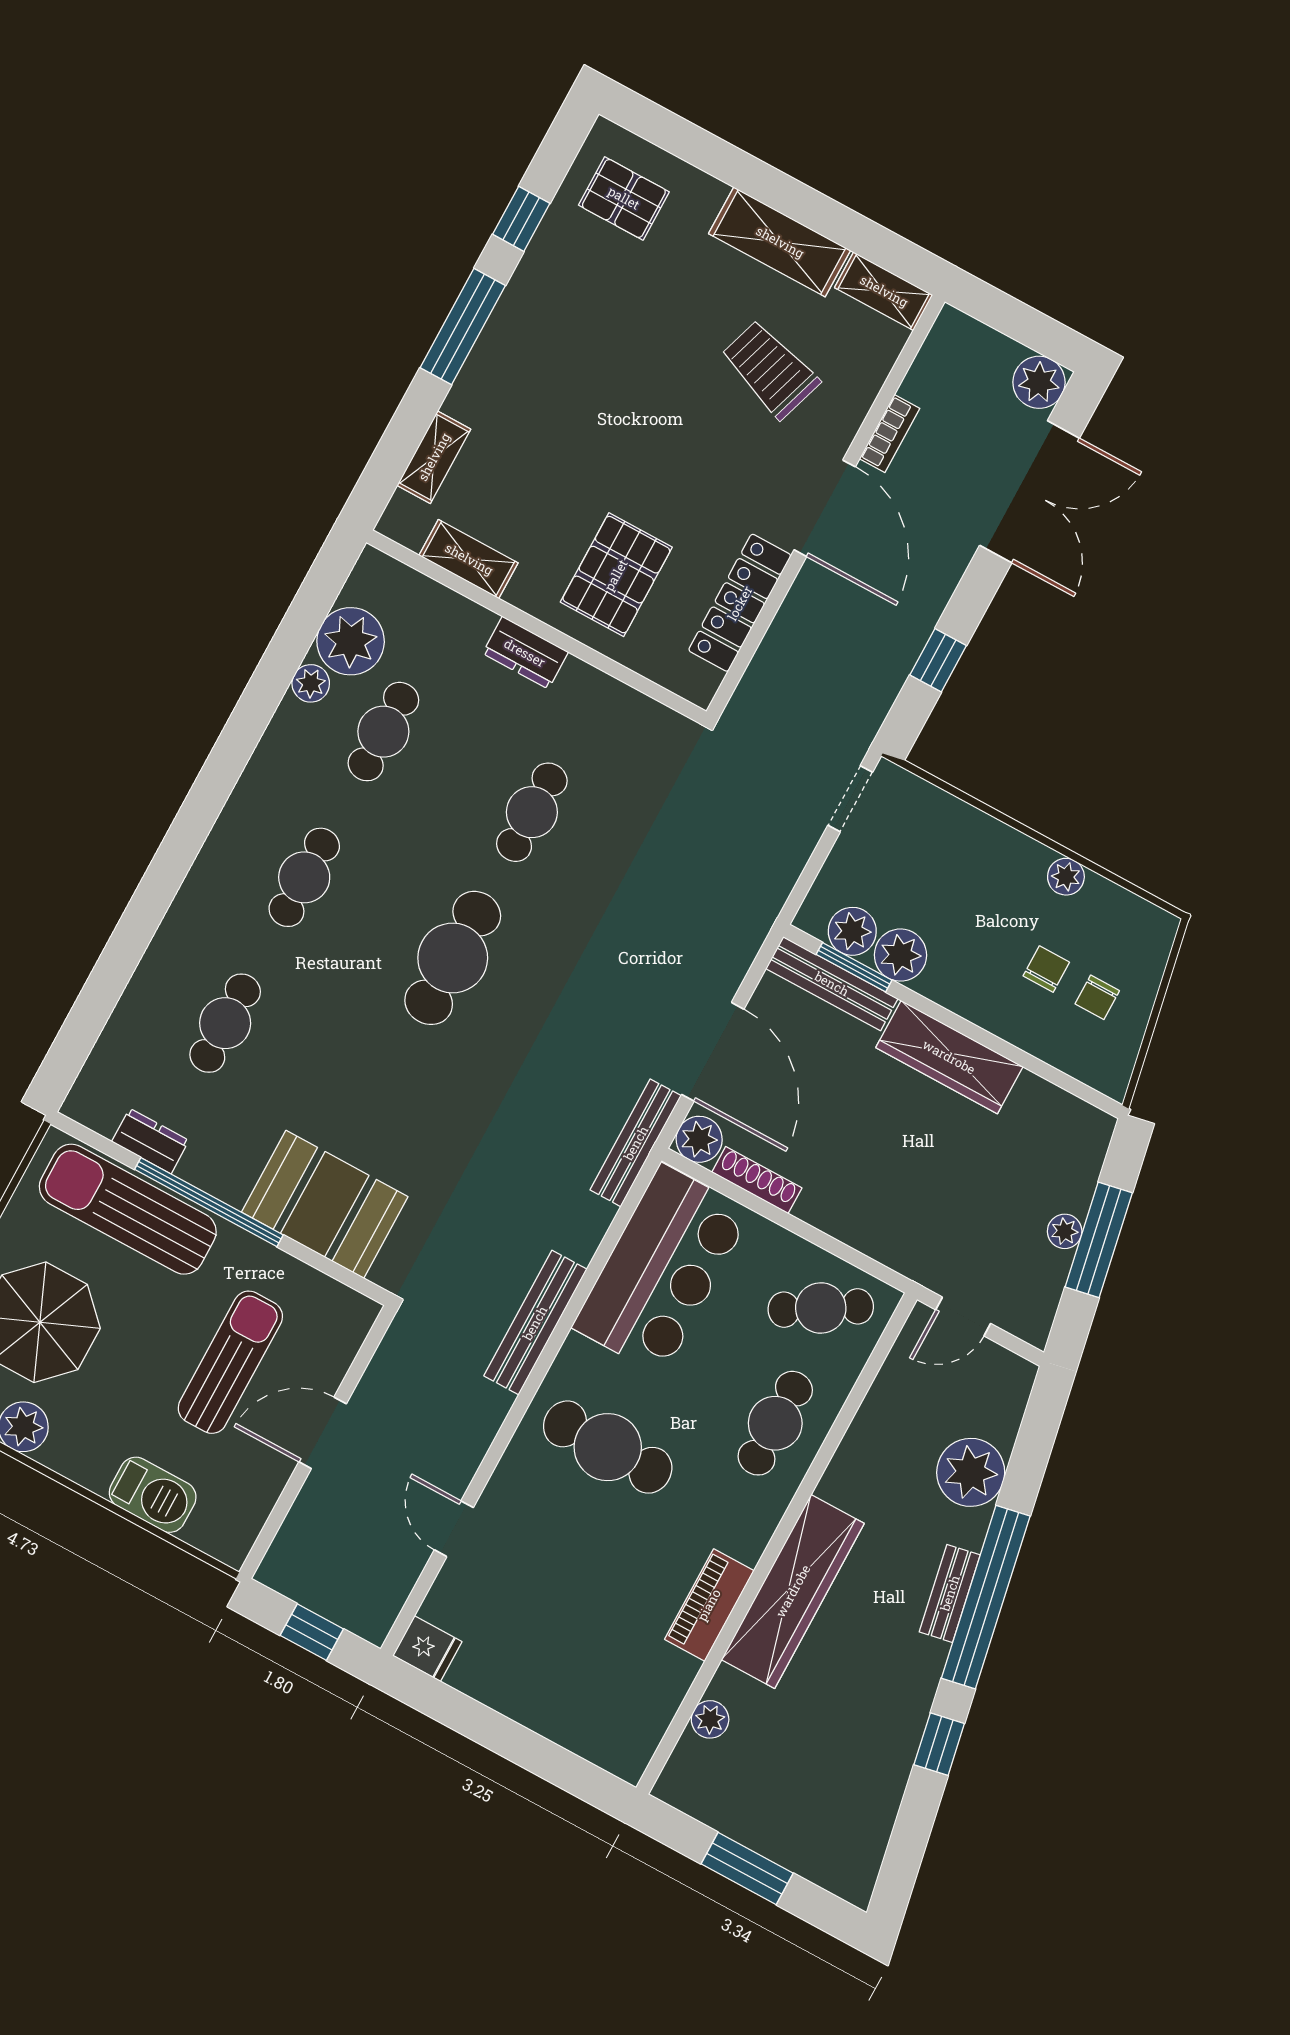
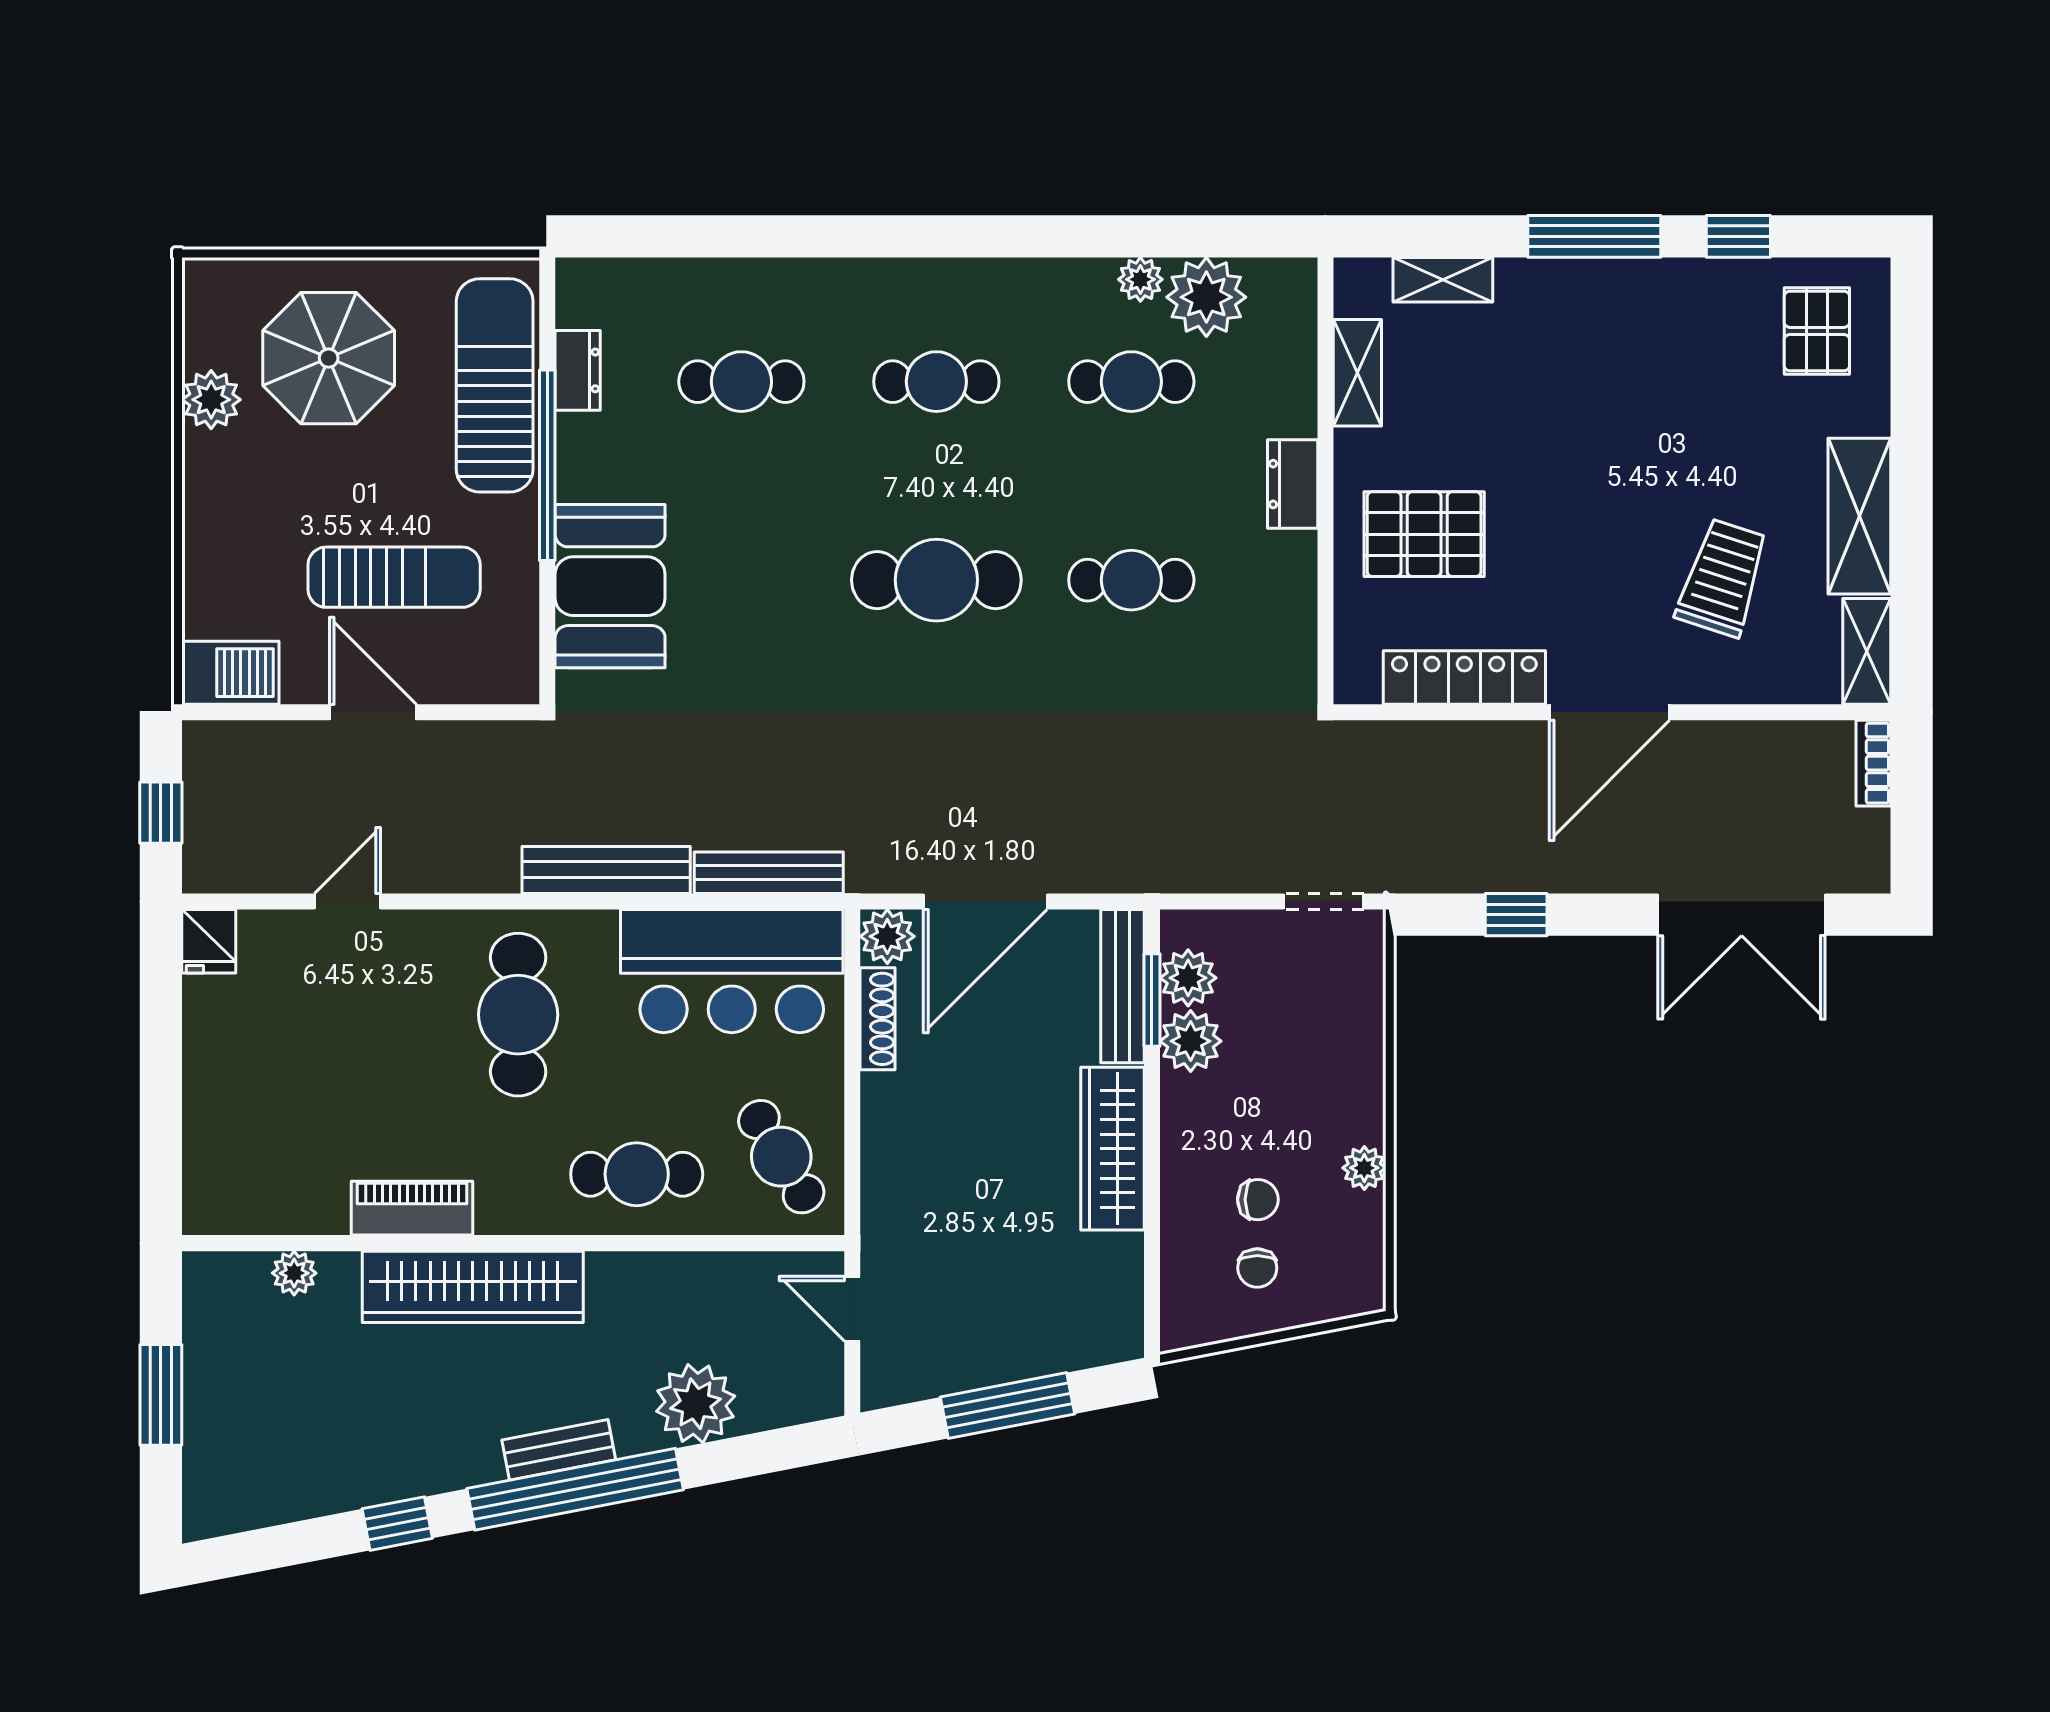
plant: (1039, 382) -> (1860, 863), removed
bookcase: (890, 434) -> (1873, 763), moved, turned 90
chair: (1097, 997) -> (1257, 1268), turned -90
bench: (636, 1143) -> (769, 873), moved
plant: (1065, 1231) -> (997, 1366), removed
barbecue: (153, 1495) -> (230, 673), moved, turned -90

